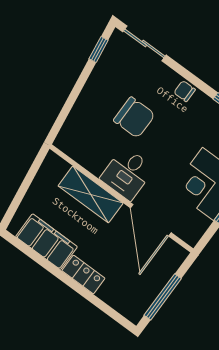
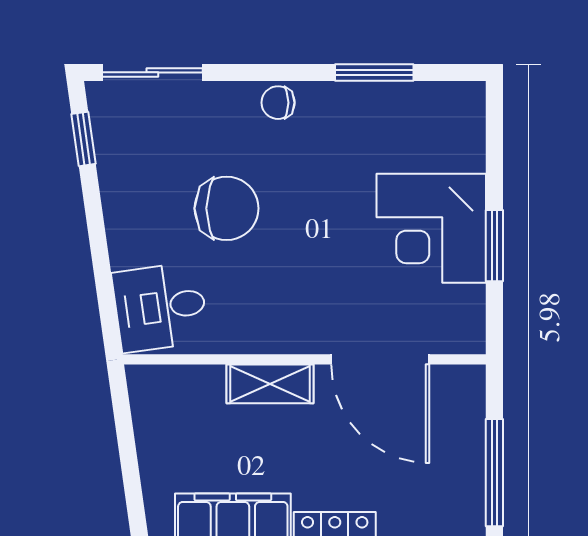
desk: (127, 173) -> (160, 307), moved, turned 82
shelving: (91, 194) -> (270, 384), width x0.67, depth x0.75

